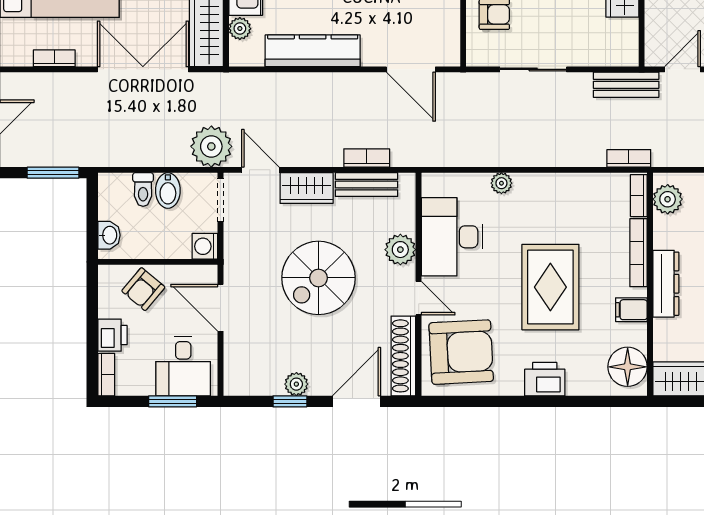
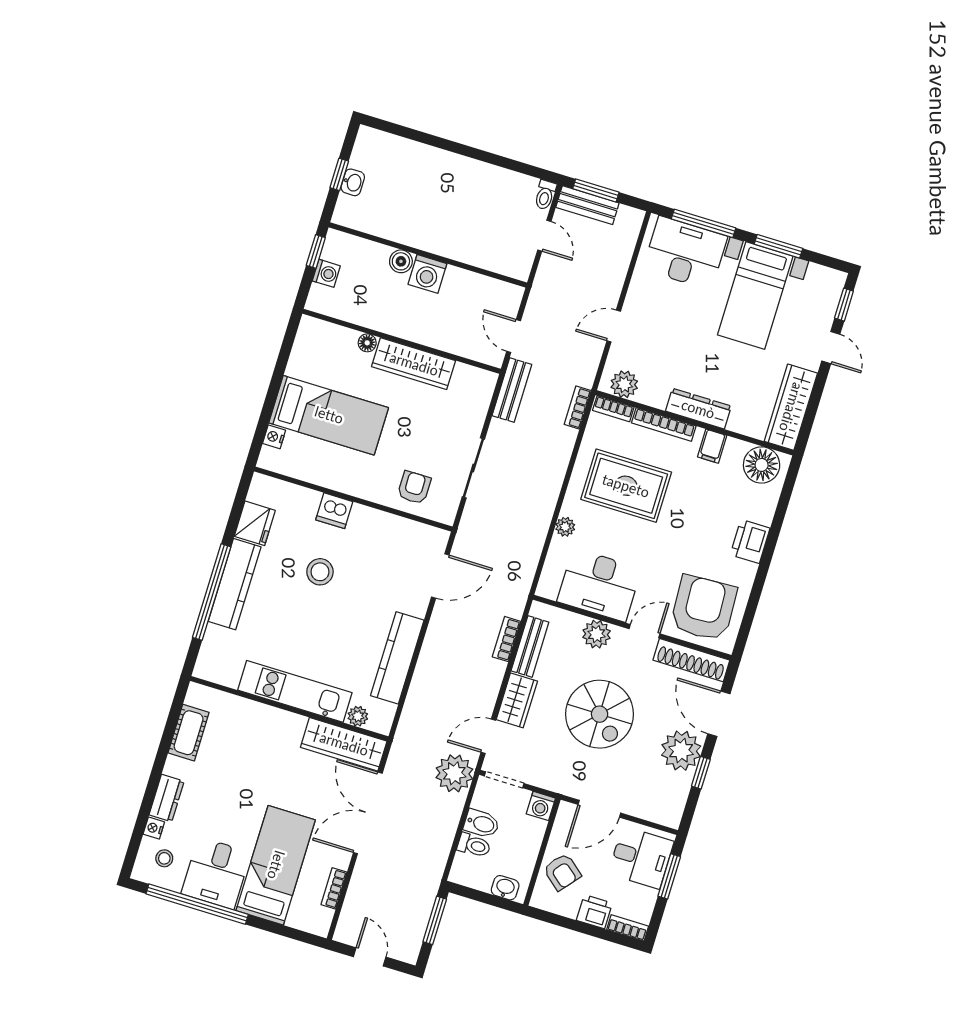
rug: (550, 287) -> (626, 486), moved
plant: (296, 384) -> (681, 751), width x1.87, depth x1.87

